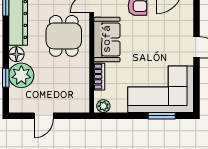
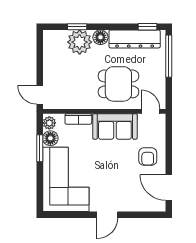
floor lamp: (119, 105) -> (50, 138), added
door: (44, 116) -> (40, 95), moved
window: (162, 116) -> (40, 148), moved

